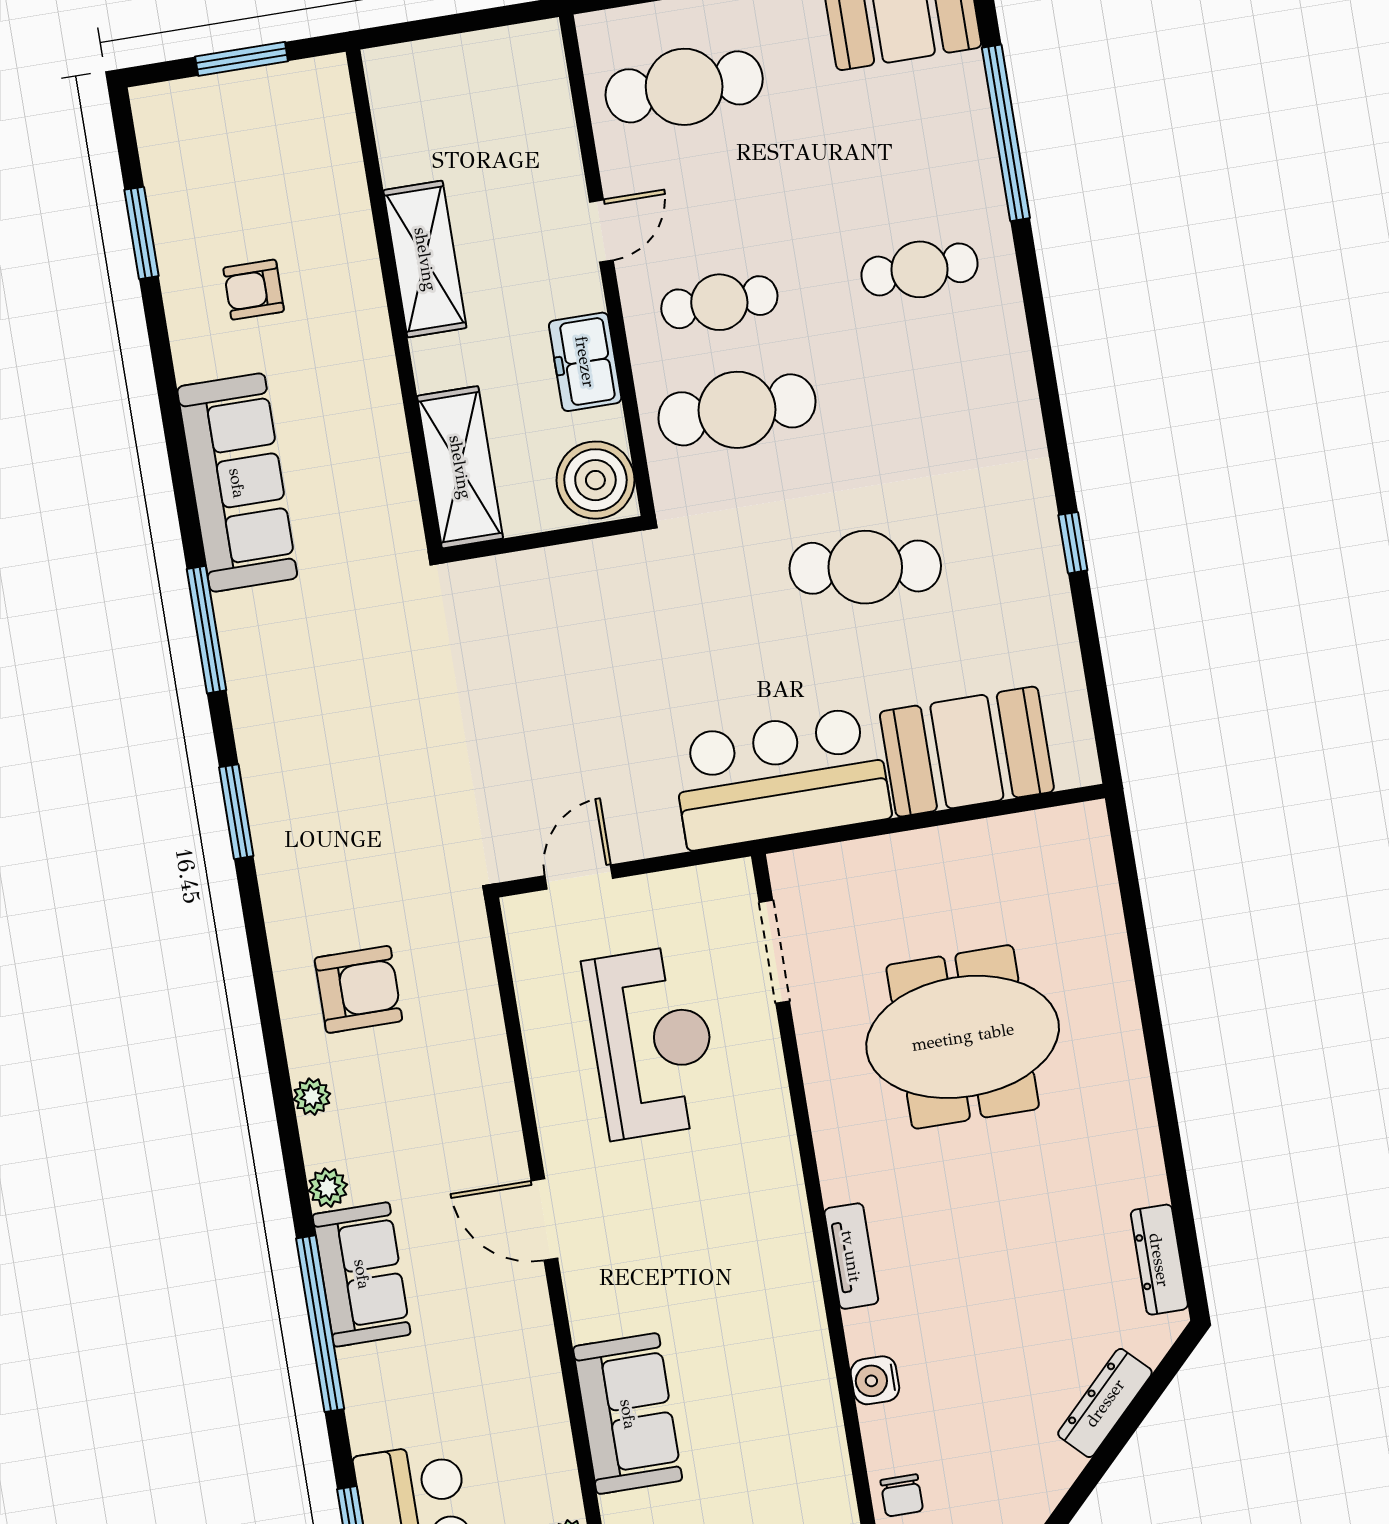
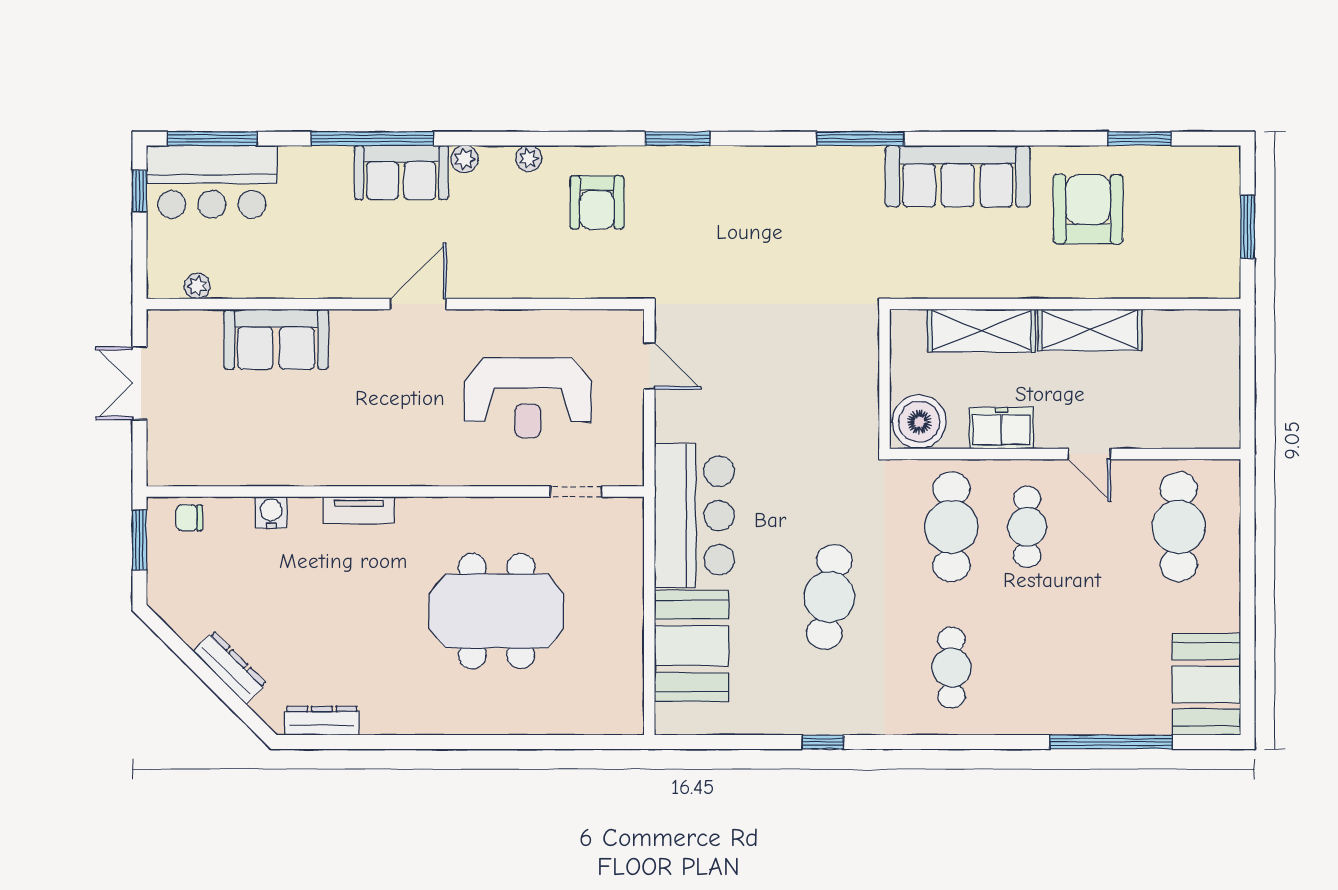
cafe table: (919, 269) -> (951, 668), moved
armchair: (254, 290) -> (1088, 209), width x1.88, depth x1.88
shelving: (460, 467) -> (981, 331), moved
window: (236, 812) -> (678, 139), moved
doorway: (774, 952) -> (576, 491), width x0.73
meeting table: (963, 1037) -> (497, 611), turned 90

